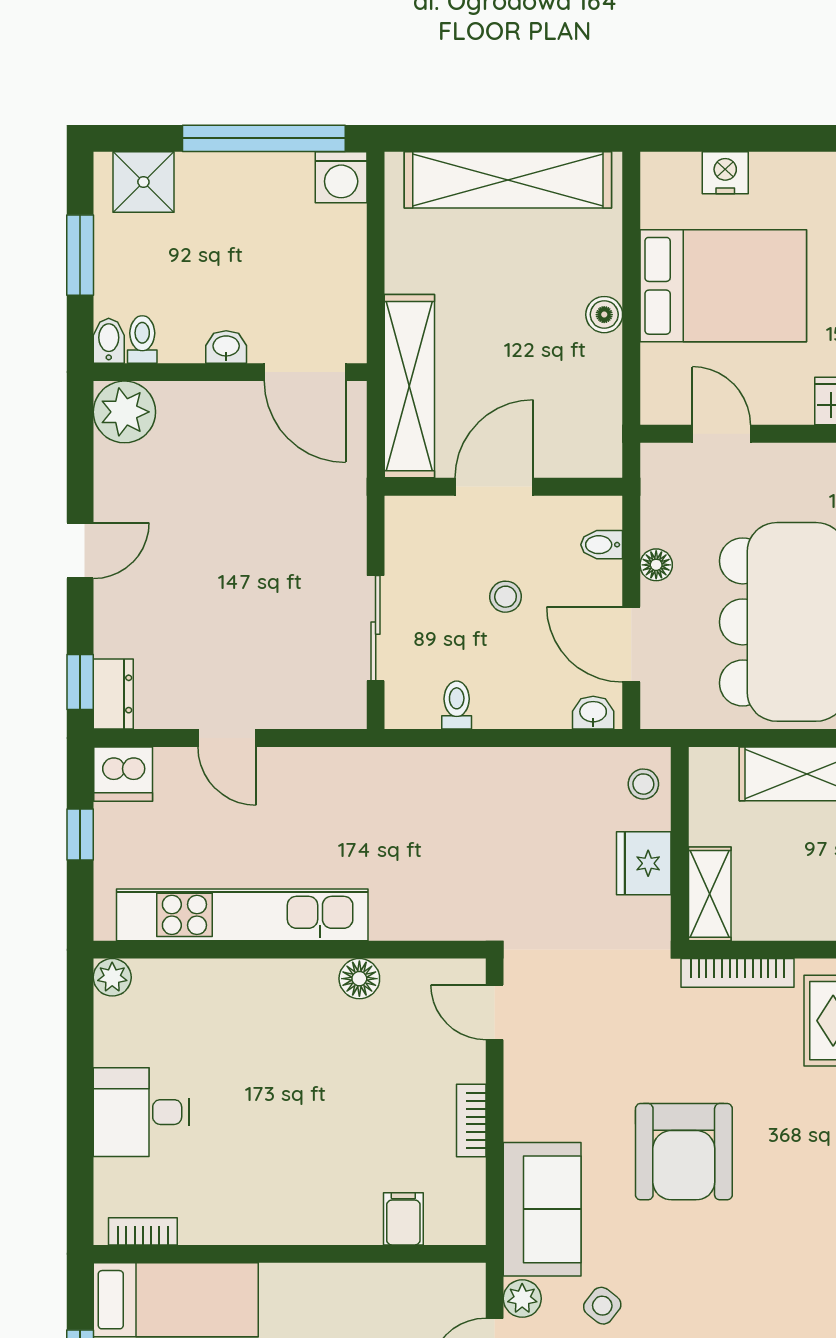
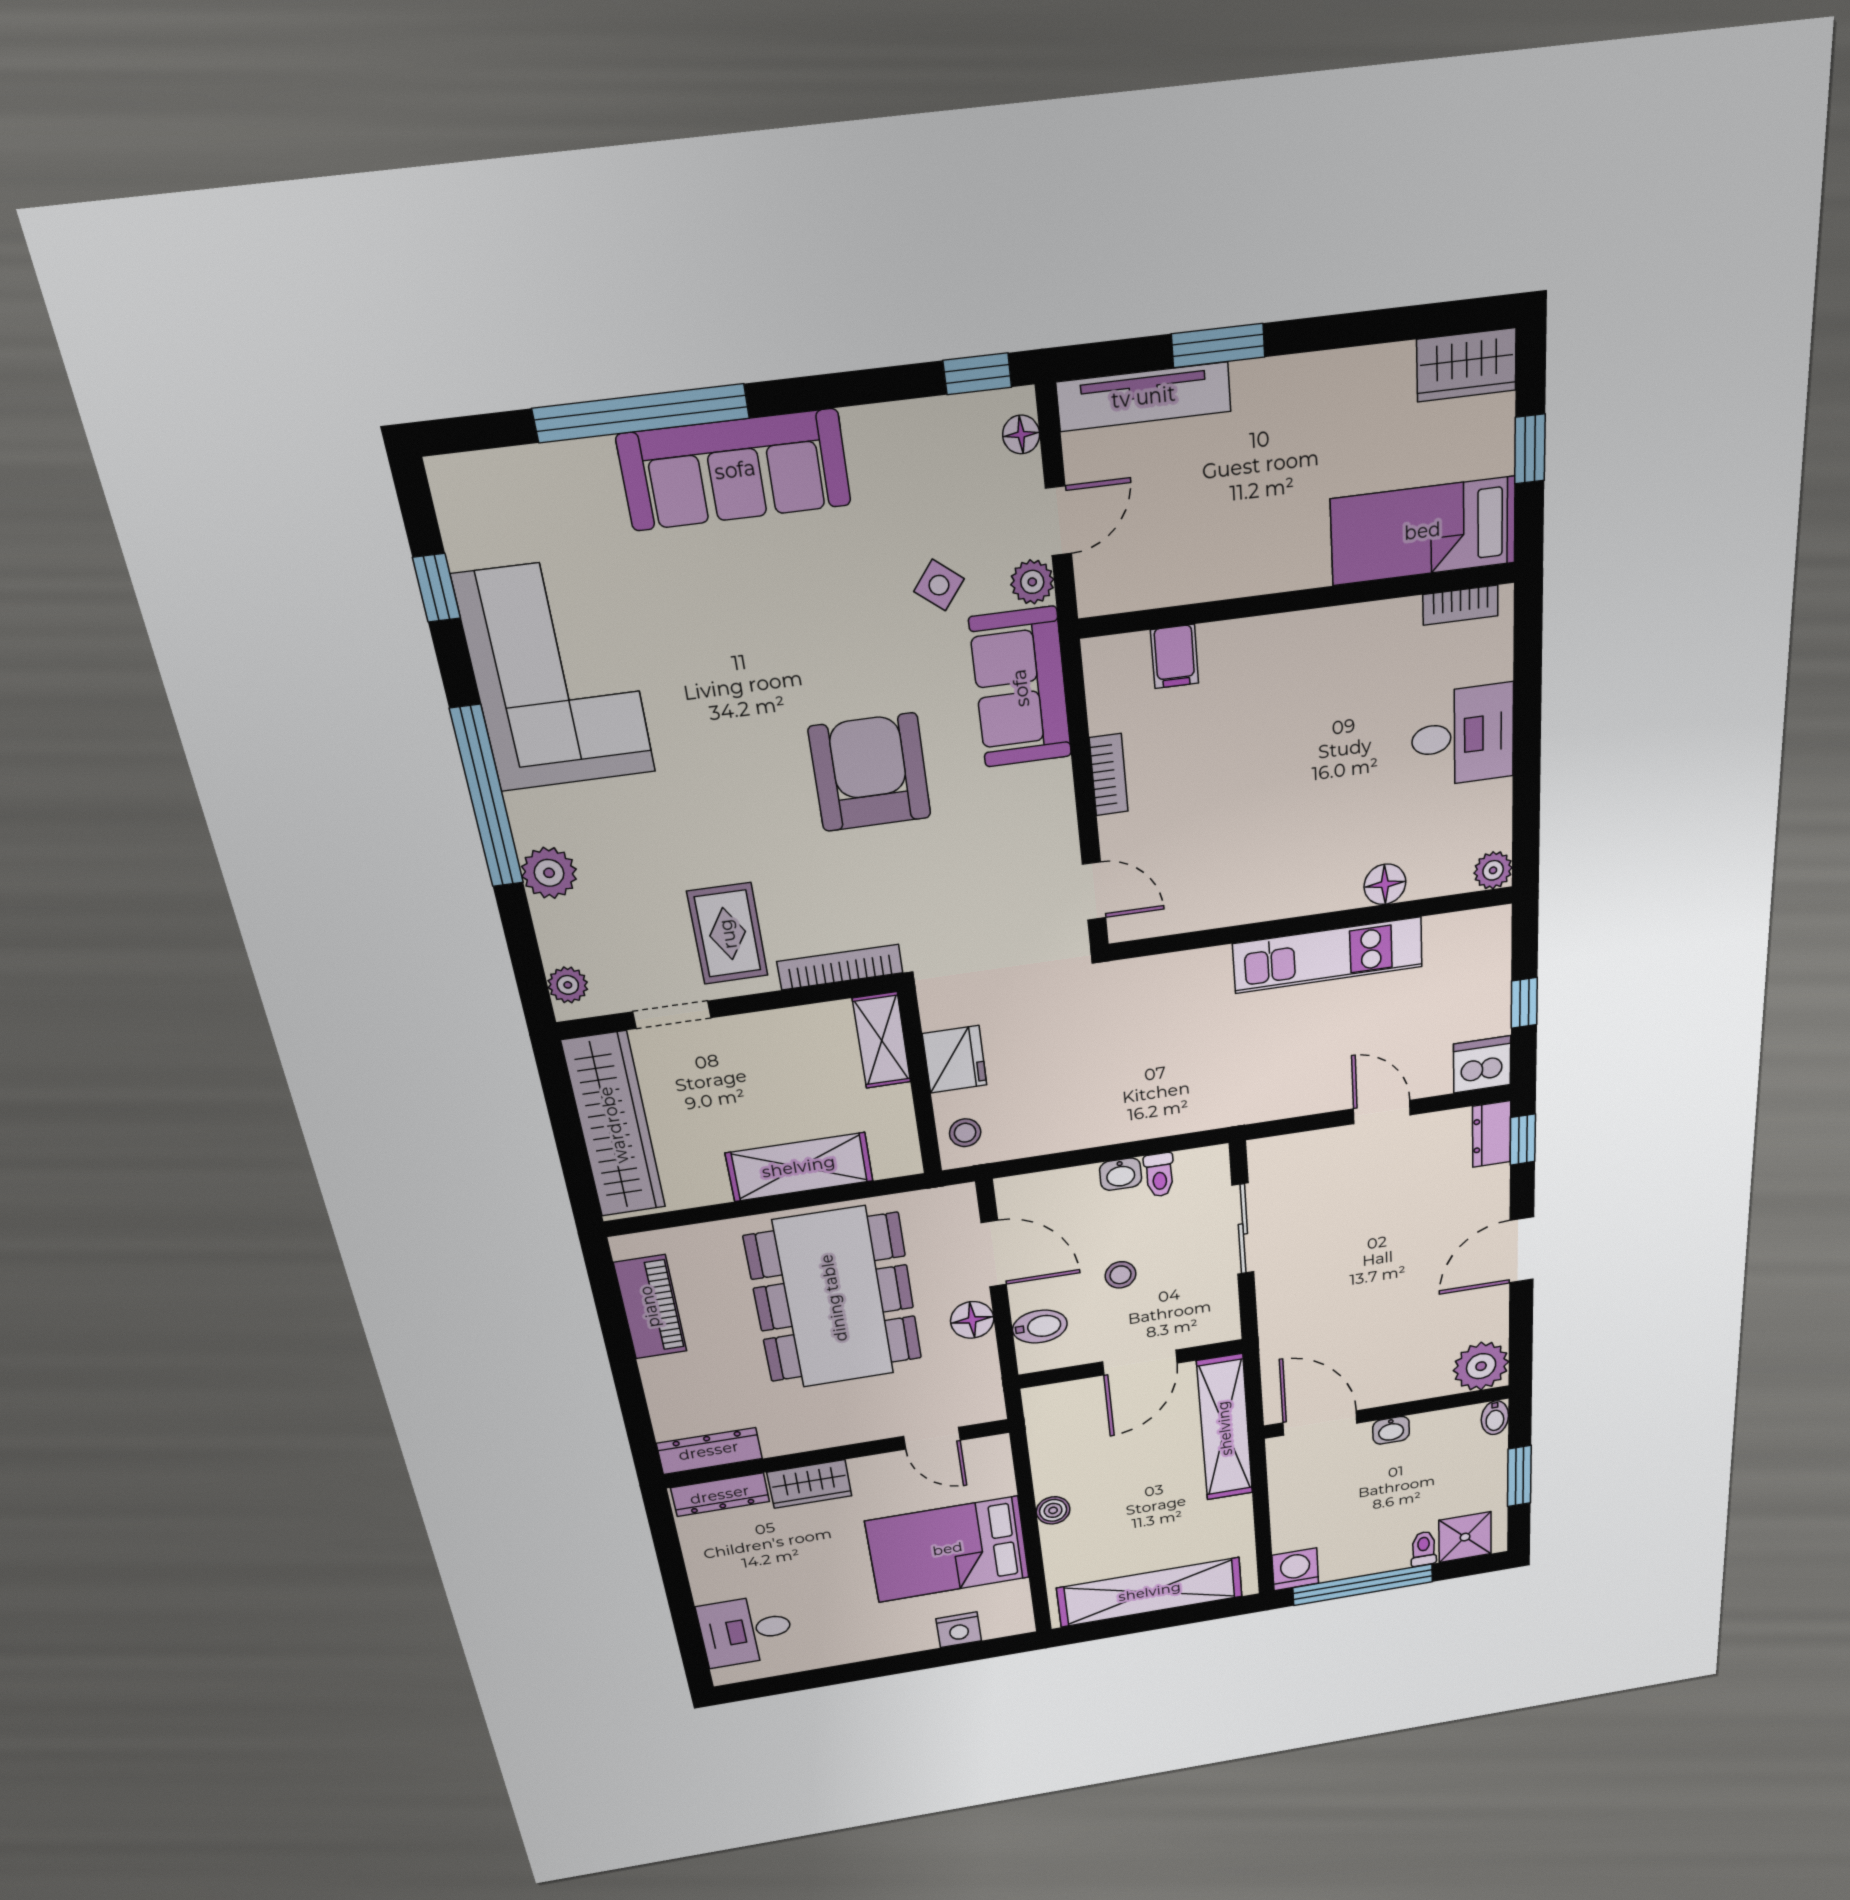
toilet: (142, 339) -> (1424, 1549), moved, turned 180
bidet: (602, 545) -> (1040, 1327), width x1.38, depth x1.36
door: (80, 551) -> (1522, 1250), width x1.38
floor lamp: (656, 565) -> (972, 1320), width x1.37, depth x1.37
washbasin: (593, 713) -> (1121, 1174), moved
kitchen unit: (242, 915) -> (1328, 955), width x0.73
floor lamp: (359, 979) -> (1385, 884), moved

